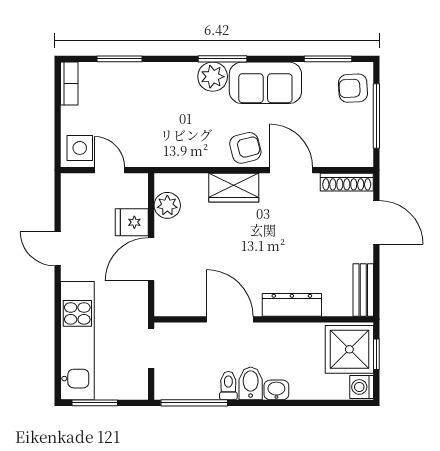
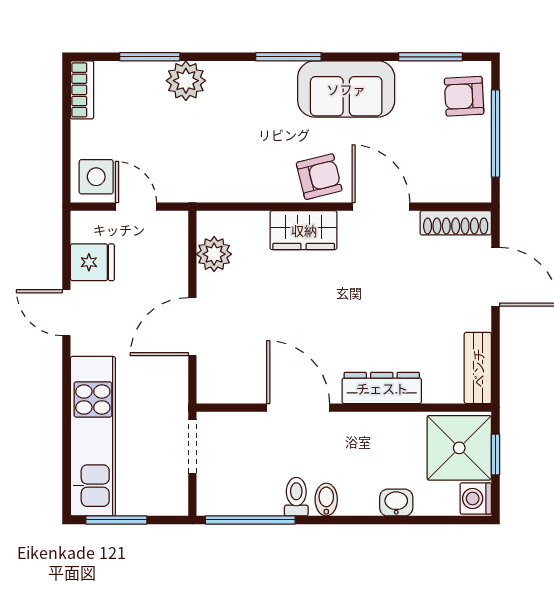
plant: (213, 77) -> (186, 81), moved
fridge: (132, 222) -> (92, 262), moved, turned 180
bidet: (251, 383) -> (326, 500), width x0.72, depth x0.74
washbasin: (276, 390) -> (396, 503), moved

